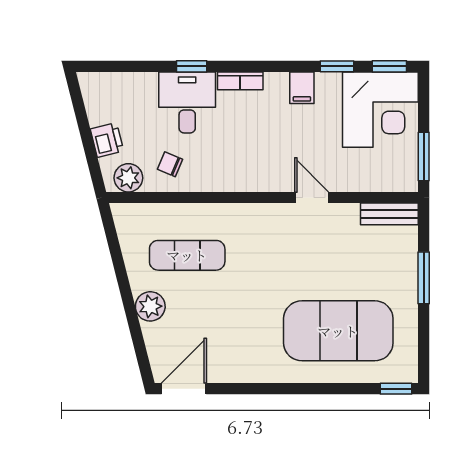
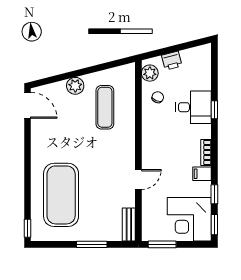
bookcase: (240, 81) -> (206, 152), moved

